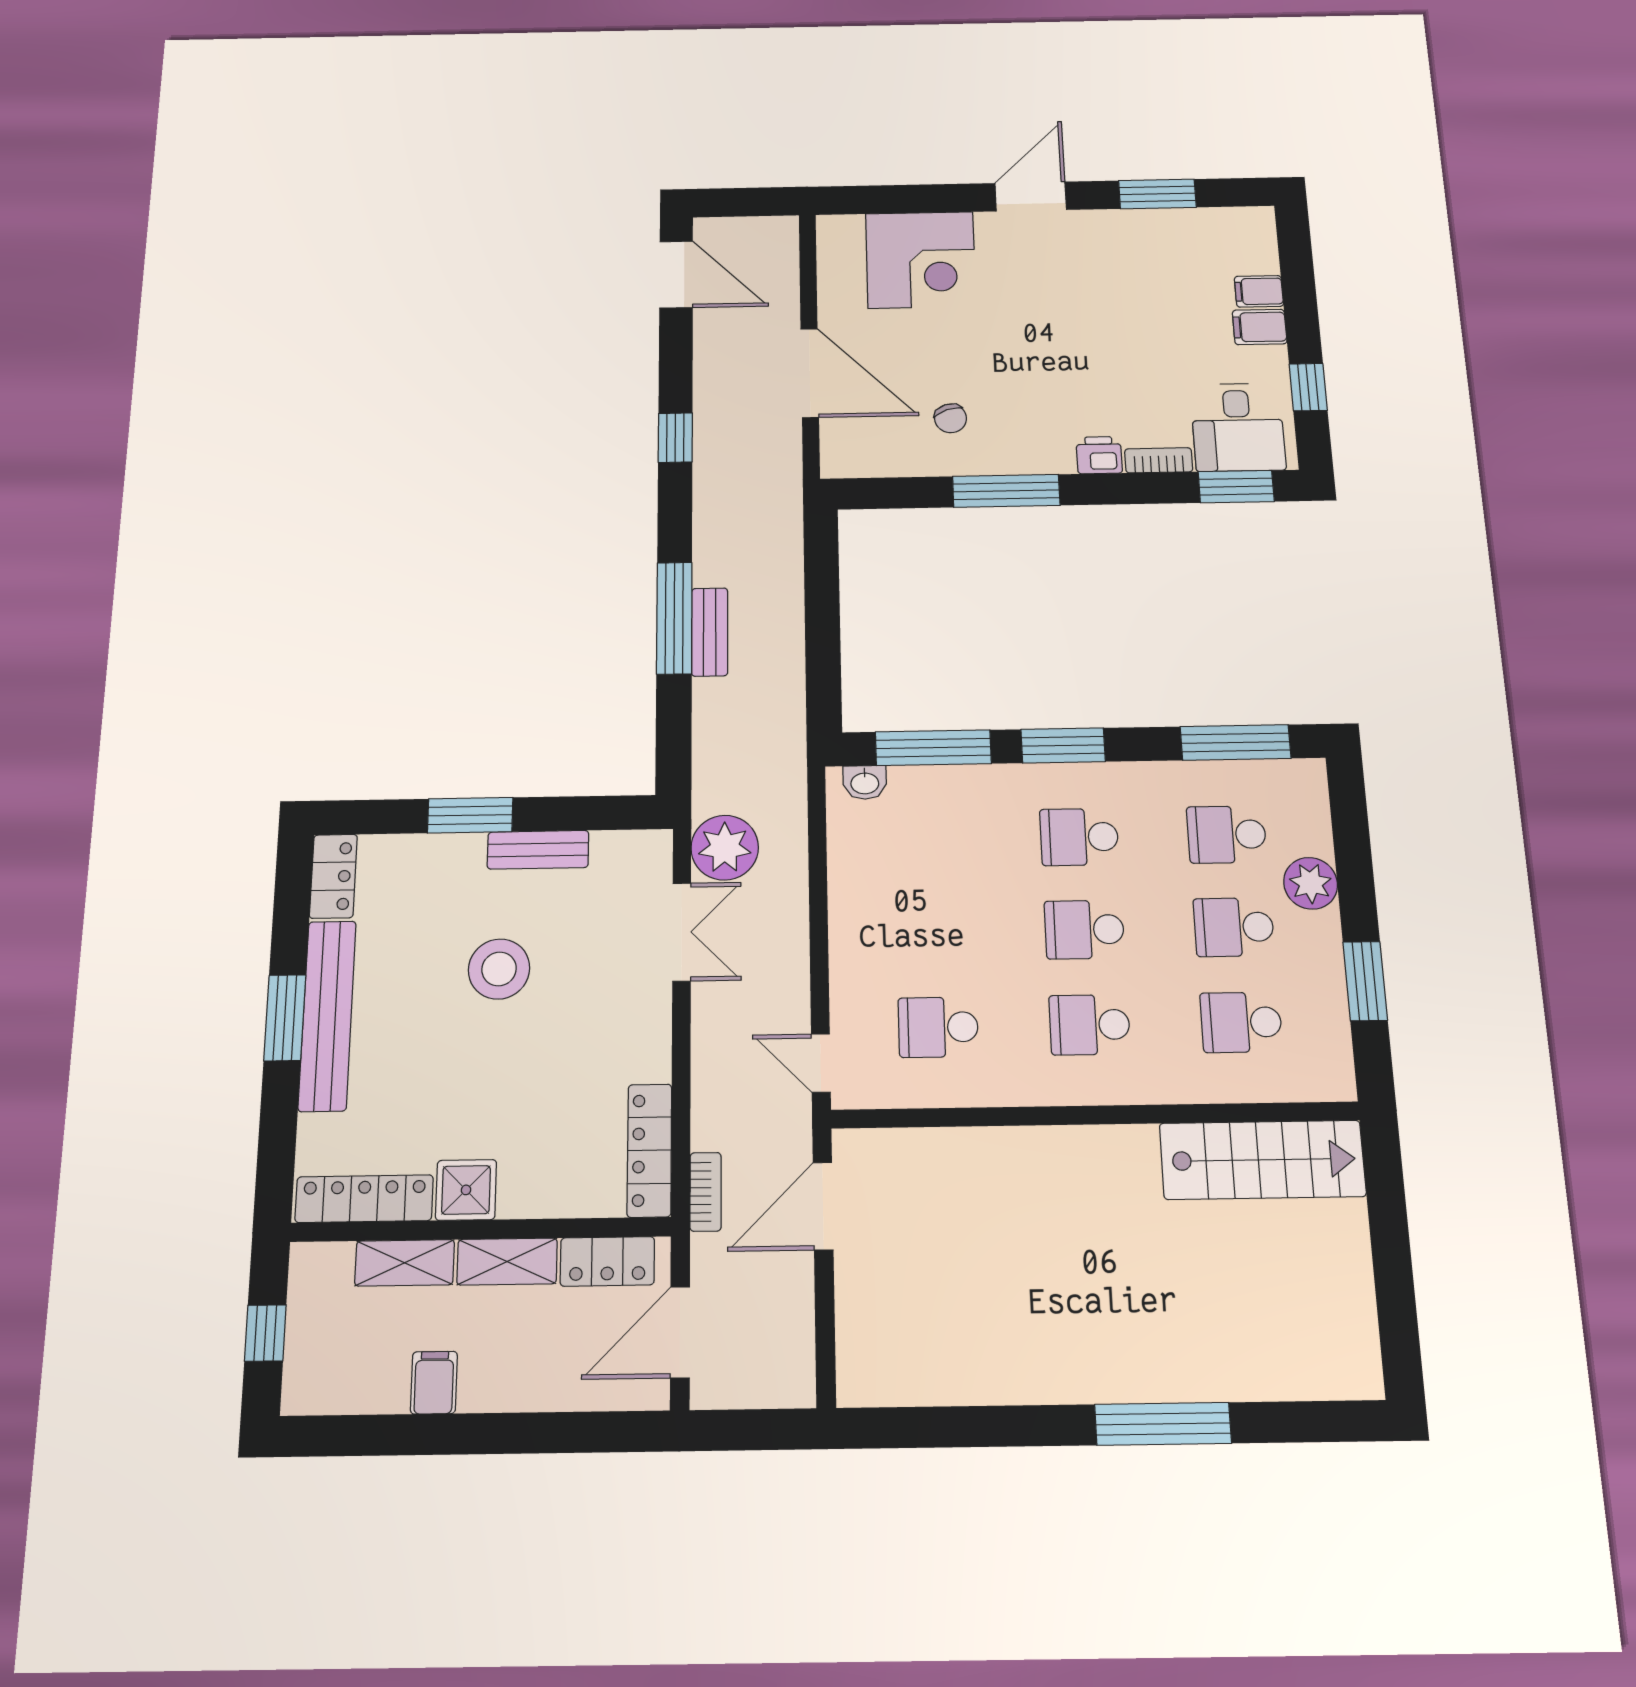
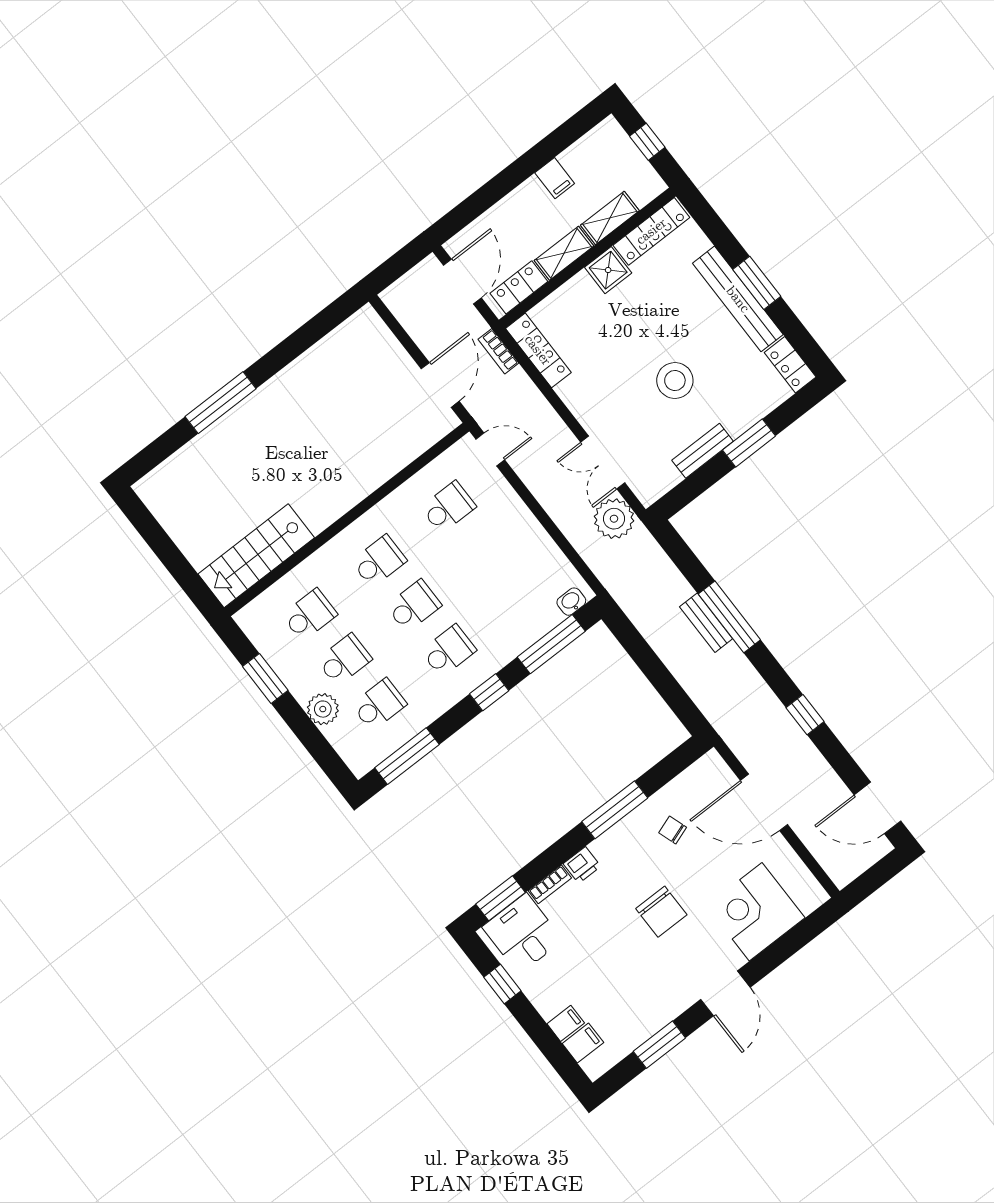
filing cabinet: (1260, 327) -> (583, 1043), moved
chair: (1039, 336) -> (661, 912), added
window: (1063, 745) -> (489, 692), width x0.67

